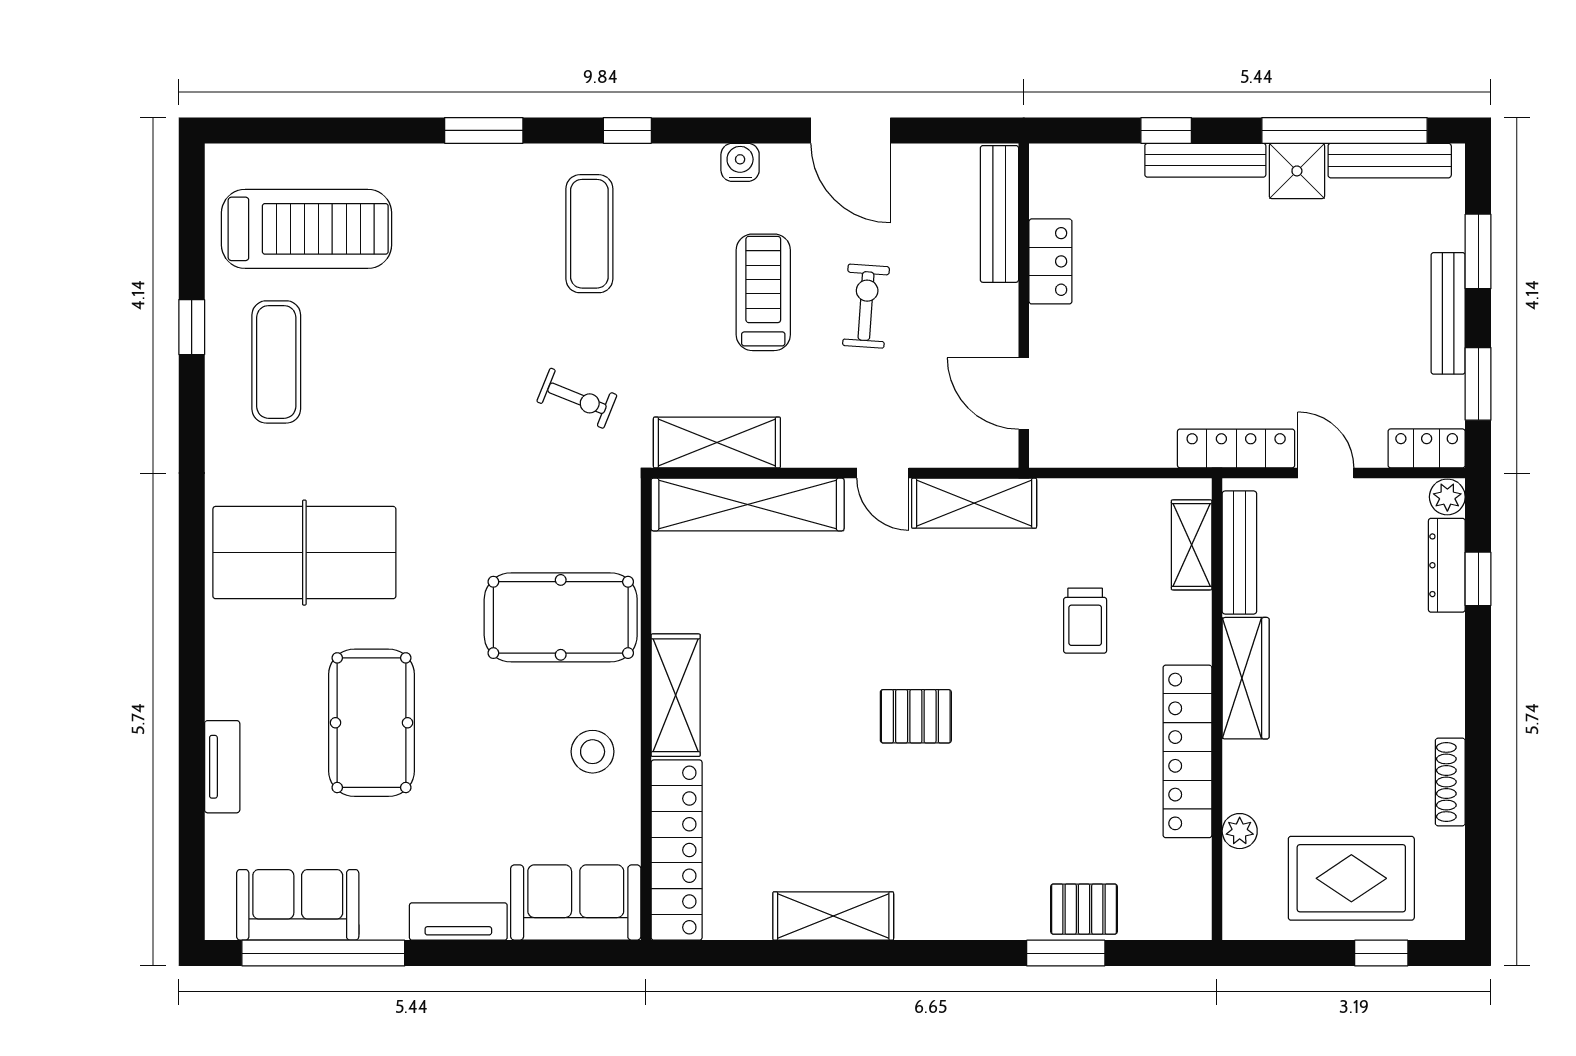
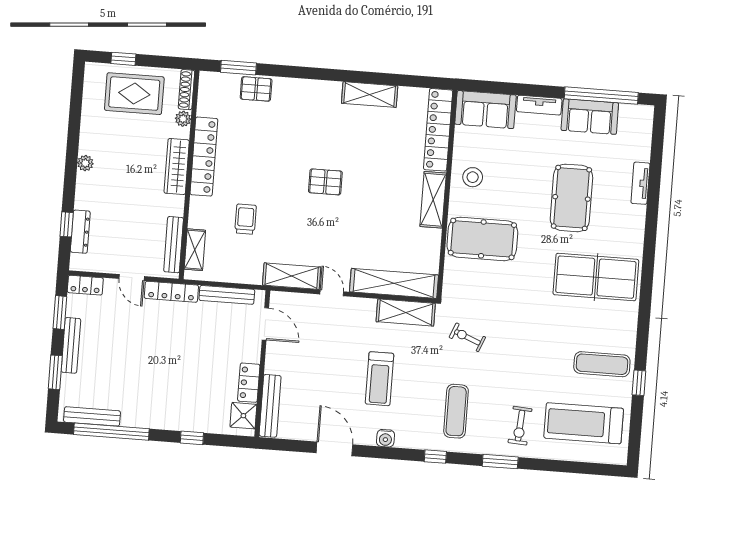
bench: (1205, 160) -> (227, 295), moved
shower: (1297, 171) -> (243, 416), moved
exercise bike: (866, 306) -> (520, 426), moved
exercise mat: (276, 362) -> (602, 364), turned 90
plant: (1447, 497) -> (85, 163), moved
wardrobe: (1246, 678) -> (177, 167), moved
shoe rack: (1450, 782) -> (186, 90), moved, turned 180
sofa: (298, 905) -> (590, 117), moved
window: (1066, 953) -> (238, 68), moved

